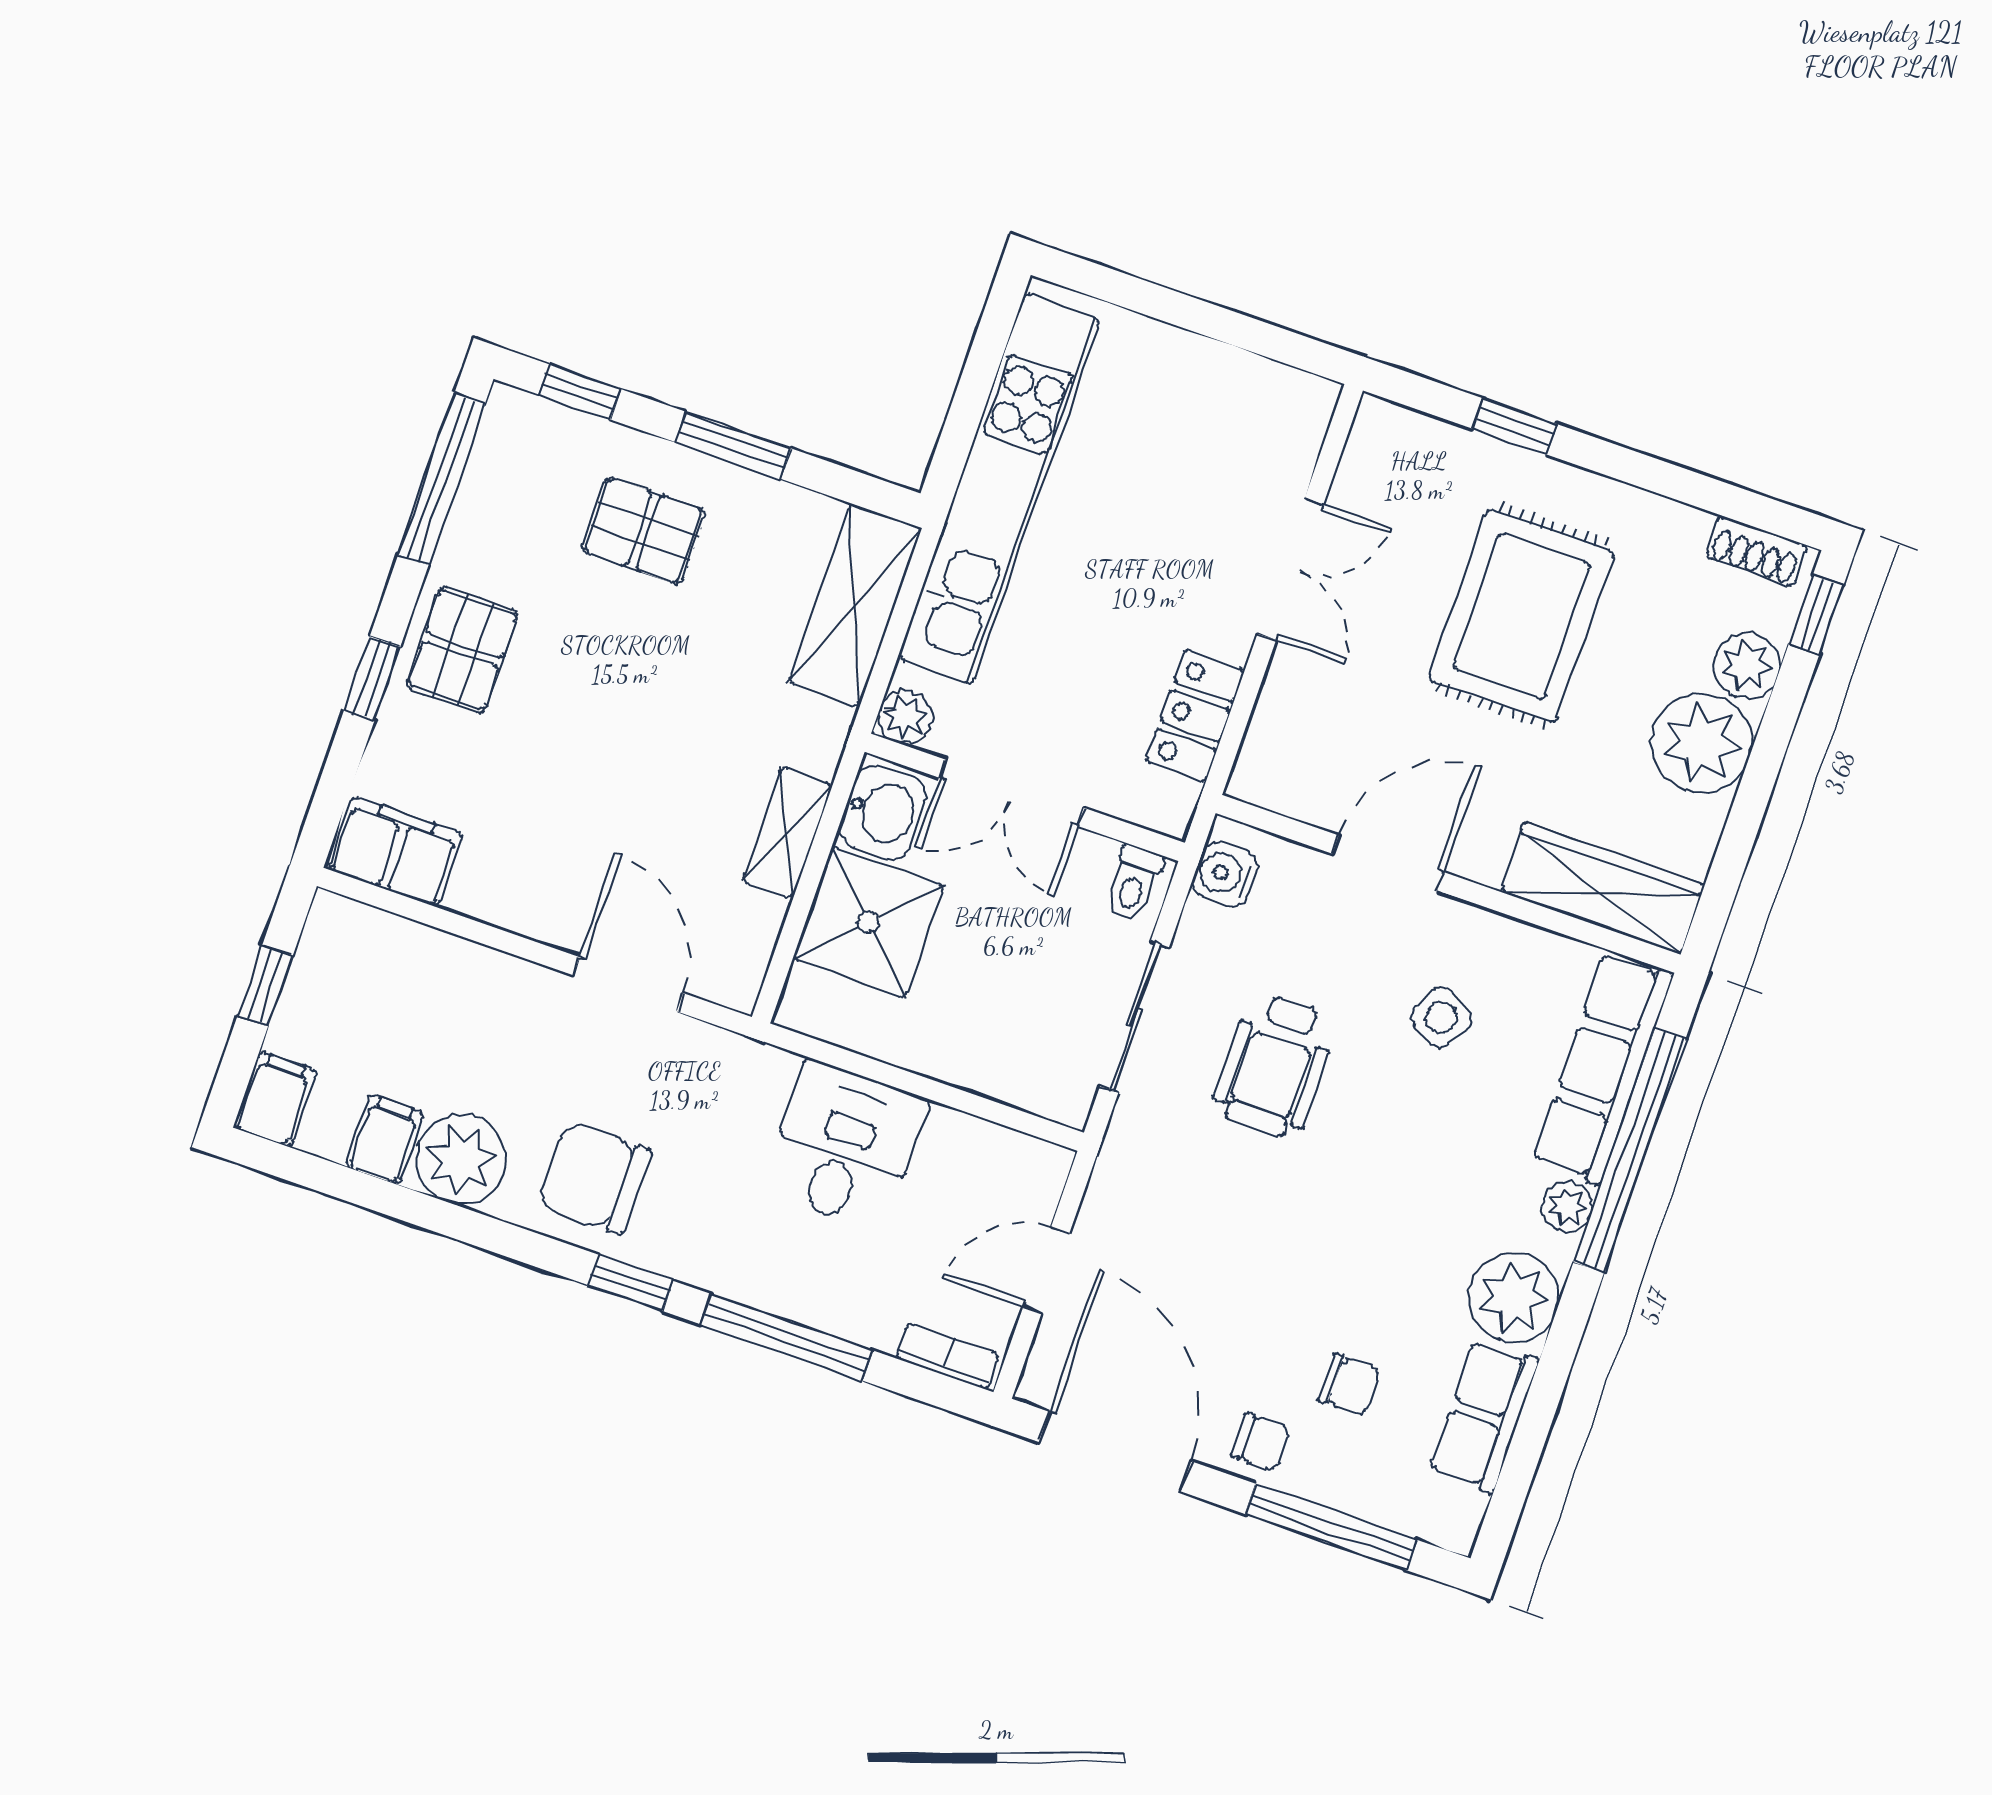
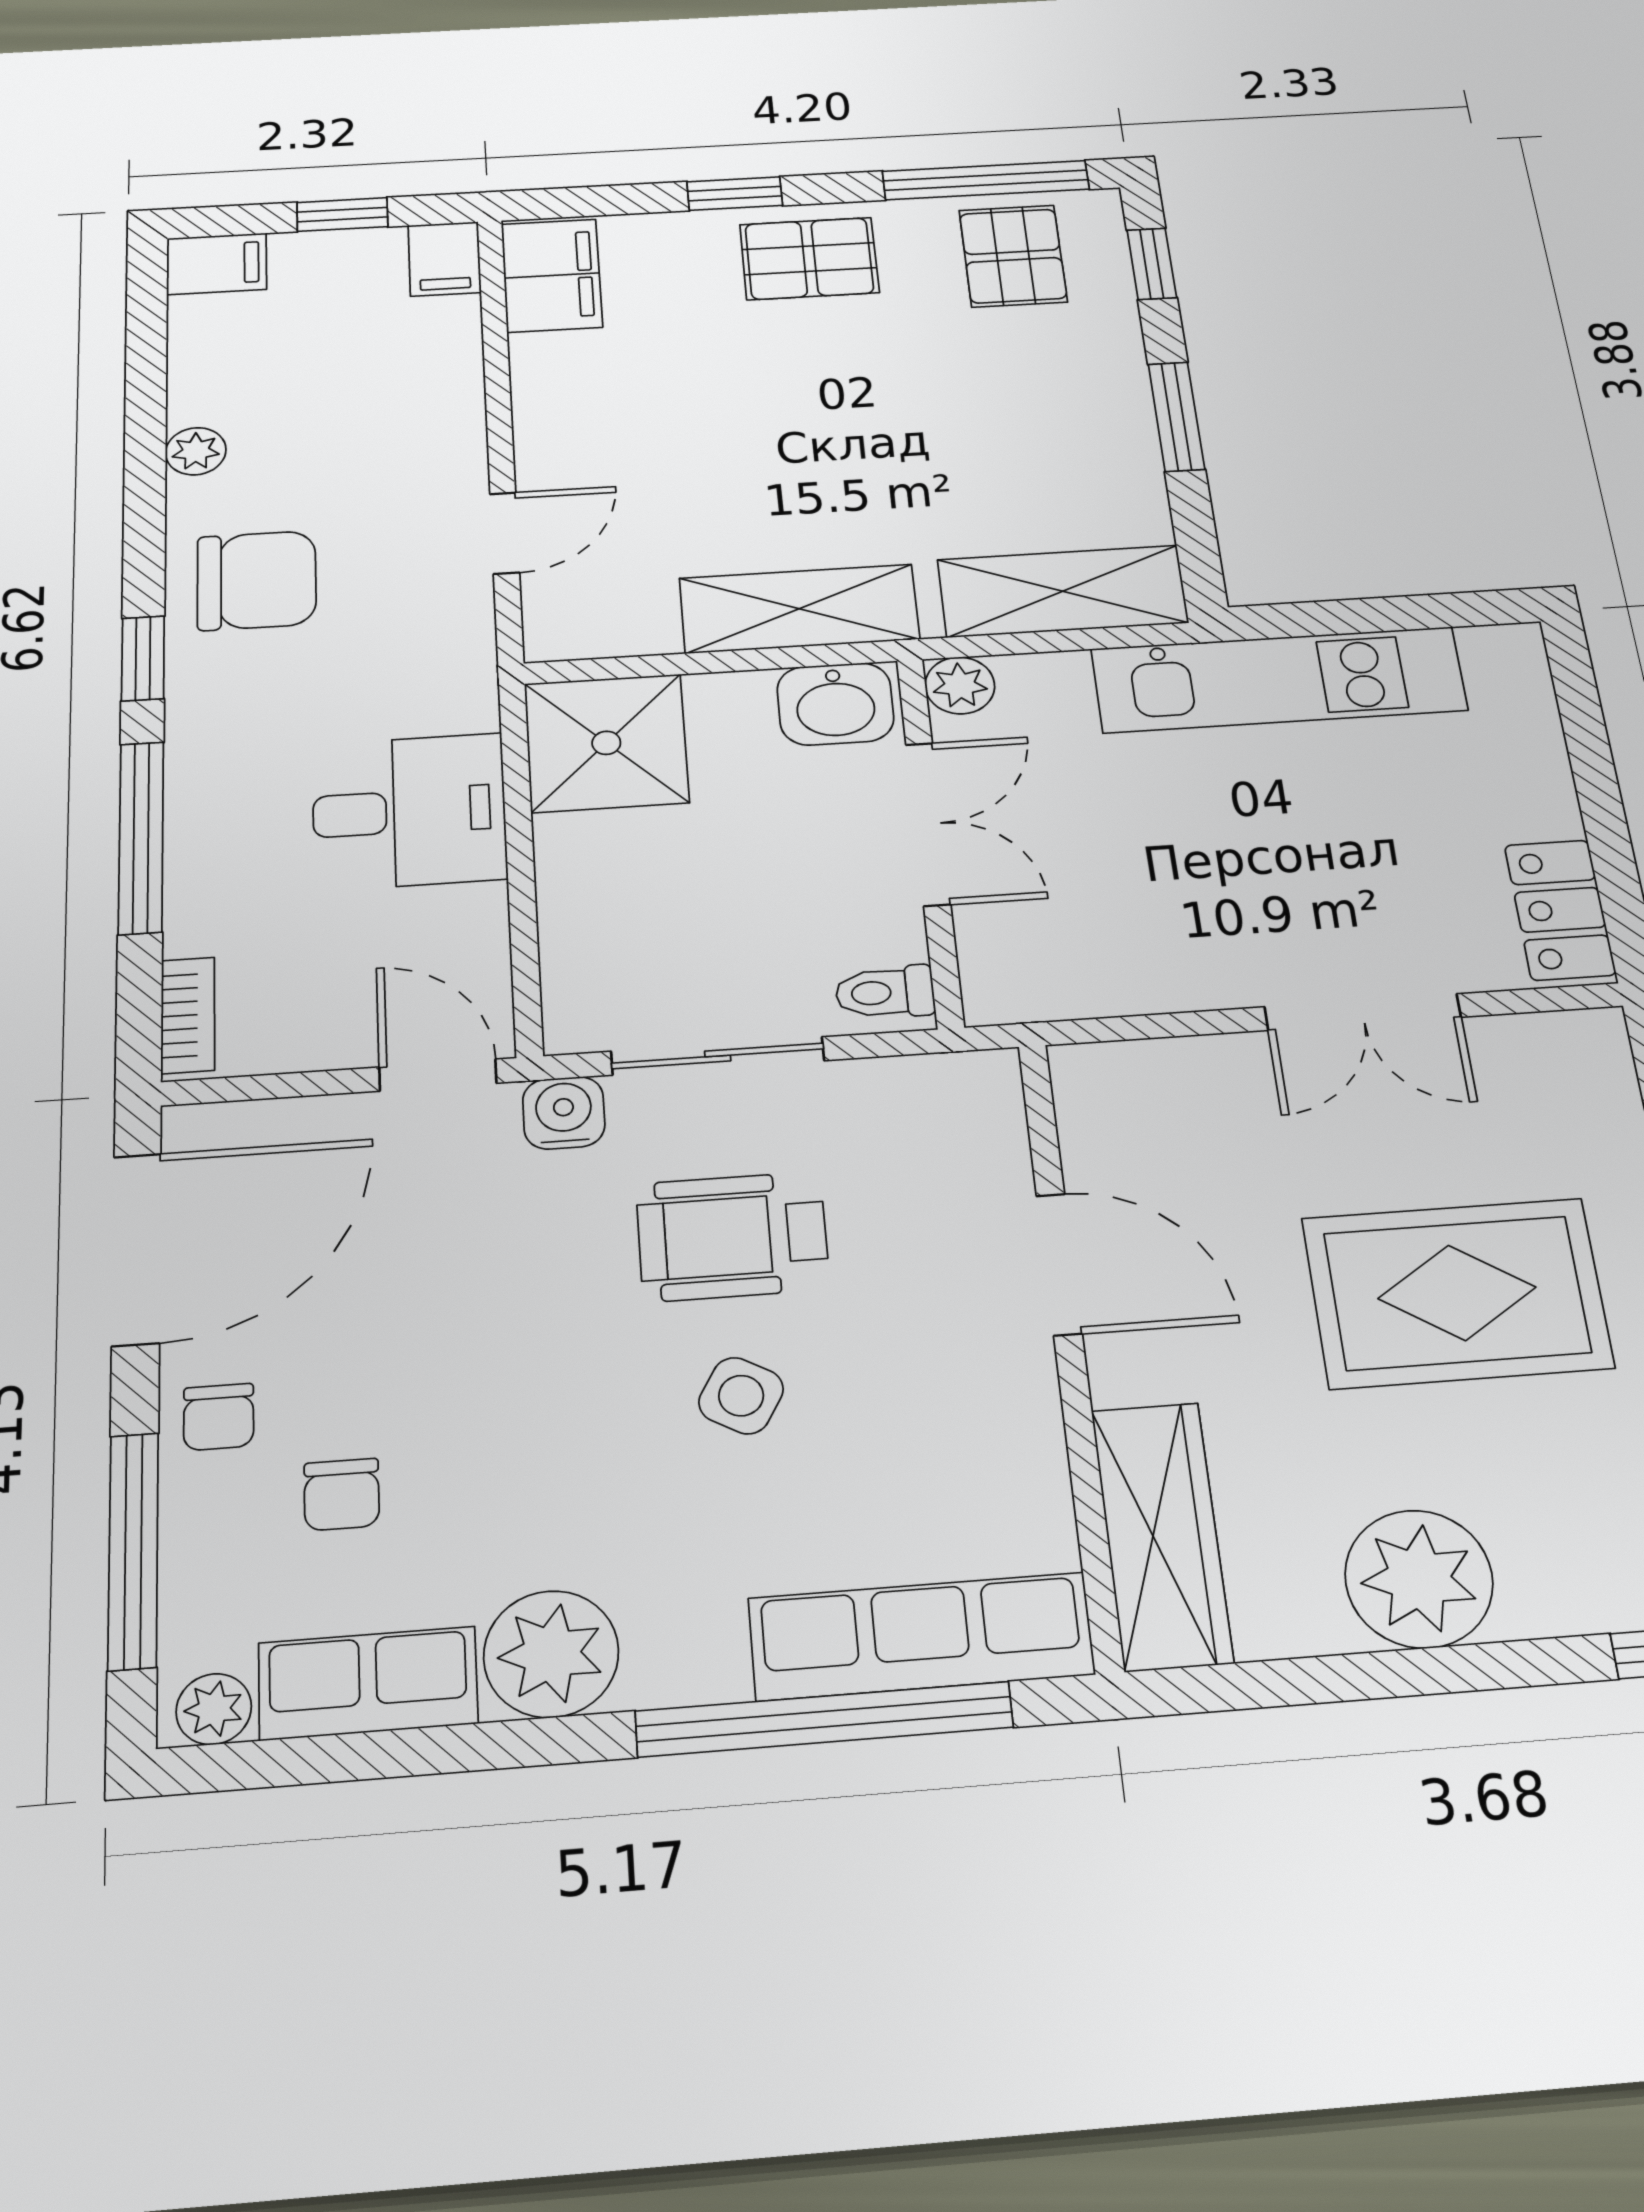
kitchen unit: (999, 488) -> (1279, 680), width x0.73
pallet: (644, 531) -> (1013, 256), moved
plant: (1747, 666) -> (1552, 1592), removed
locker: (1195, 716) -> (1560, 910), moved, turned -90
double door: (1012, 793) -> (928, 824), swing flipped
shelving: (787, 833) -> (799, 609), width x1.50, depth x1.33
water cooler: (1225, 874) -> (564, 1113), moved
shower: (869, 922) -> (606, 743), moved
door: (628, 984) -> (505, 533), width x0.73
side table: (1441, 1017) -> (741, 1396), moved
filing cabinet: (384, 1140) -> (444, 259), moved, turned 90
plant: (461, 1159) -> (196, 451), width x0.53, depth x0.53
chair: (595, 1178) -> (257, 580), turned 90
plant: (1567, 1207) -> (214, 1709), moved
door: (1046, 1270) -> (438, 1075), moved

